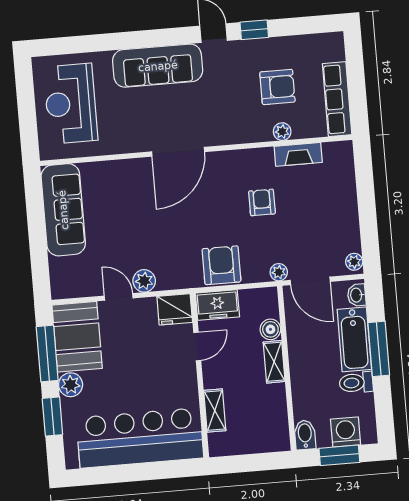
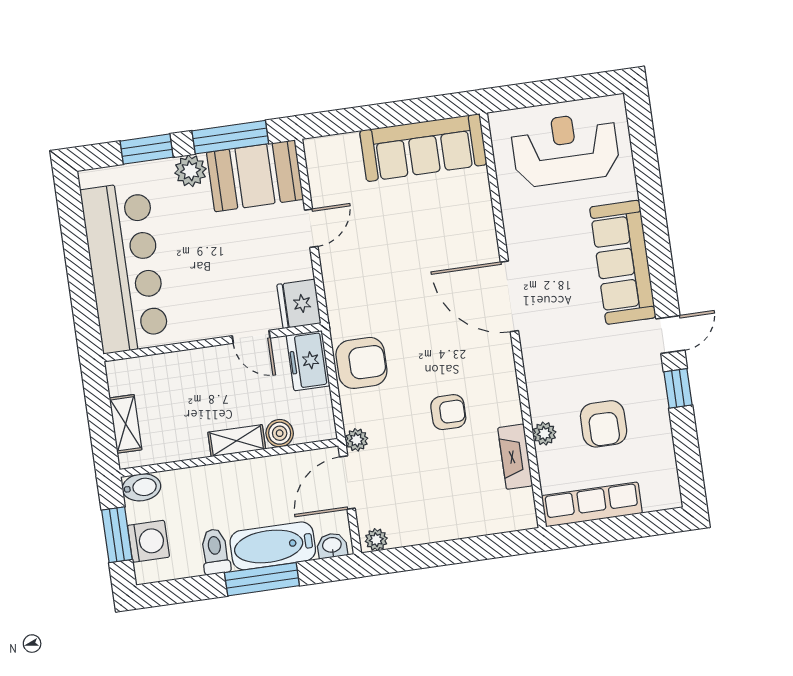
plant: (144, 281) -> (335, 261), removed
shelving: (215, 410) -> (126, 424), moved, turned 90

